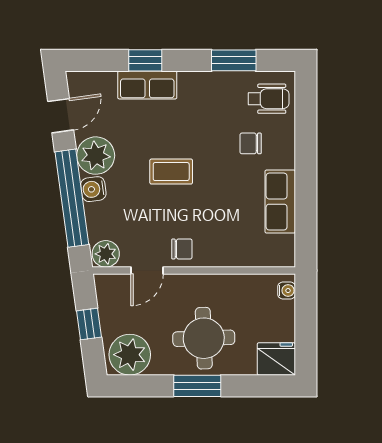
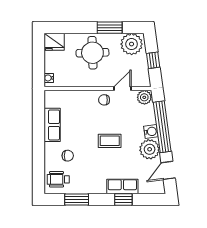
window: (197, 386) -> (110, 28), moved

